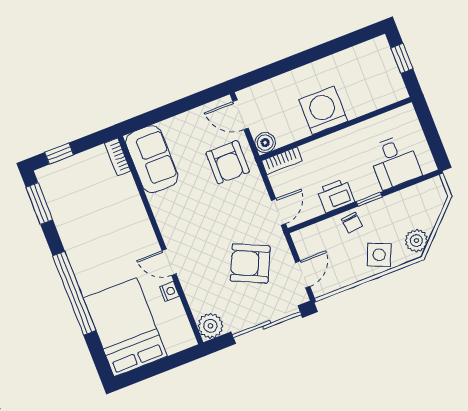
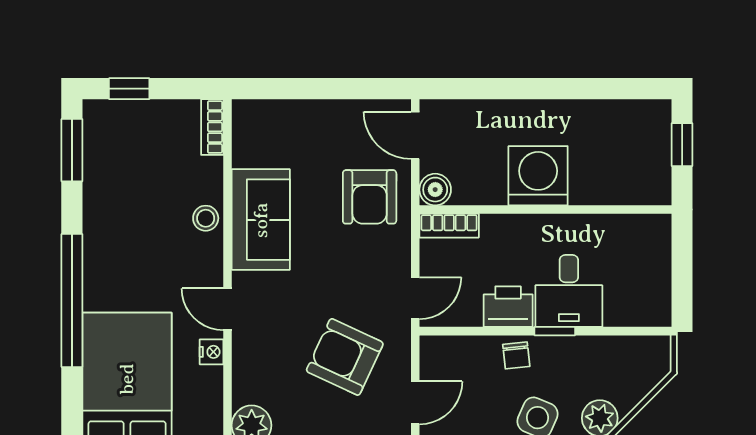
sofa: (152, 159) -> (261, 220), moved
desk: (394, 162) -> (569, 291), moved
stool: (135, 213) -> (206, 218), added

